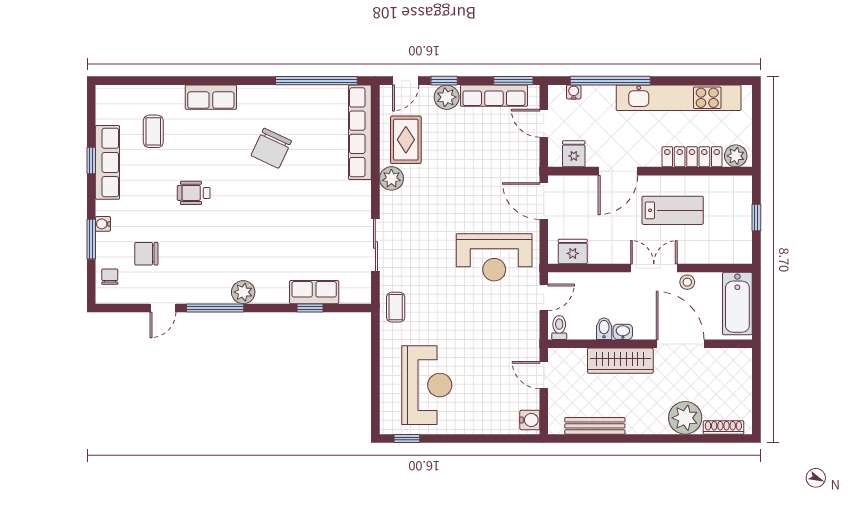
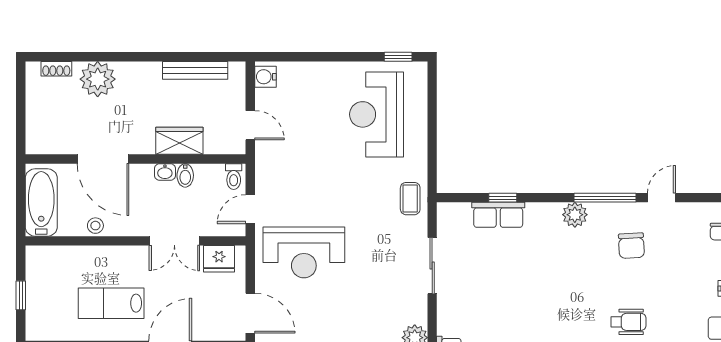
chair: (146, 254) -> (631, 246), moved, turned 87
reception desk: (494, 257) -> (304, 252), turned 180
double door: (654, 268) -> (174, 241), moved
wardrobe: (620, 361) -> (179, 141), width x0.67
shoe rack: (723, 427) -> (56, 69), width x0.70

